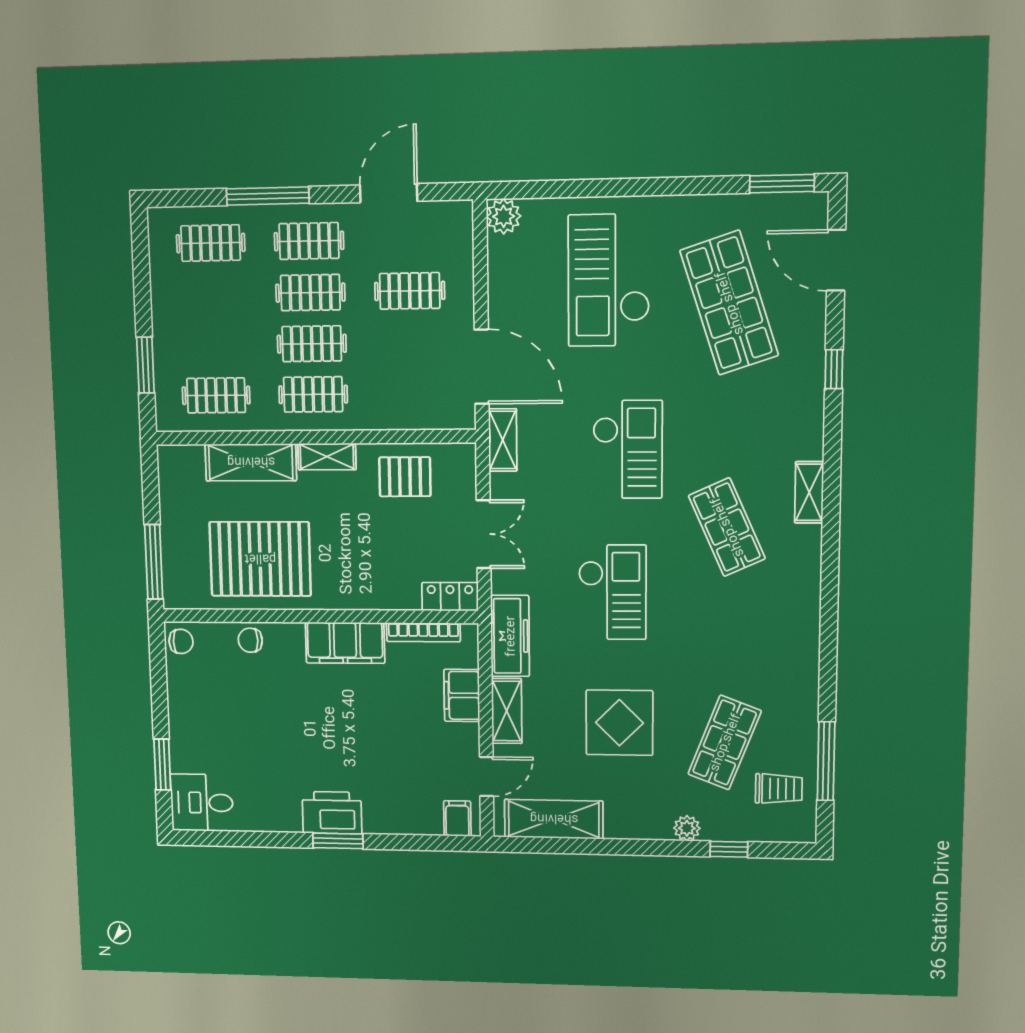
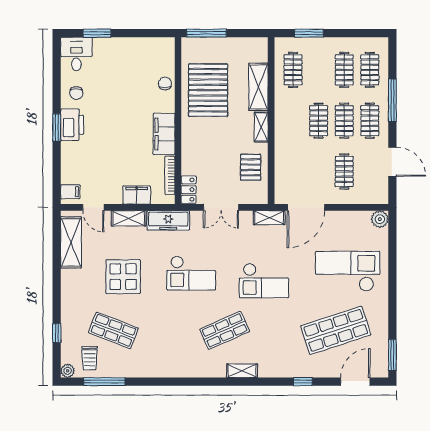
clothes rail: (313, 394) -> (344, 70), moved
chair: (181, 641) -> (76, 93), moved
plant: (687, 828) -> (68, 371), moved

